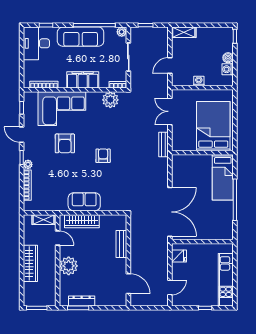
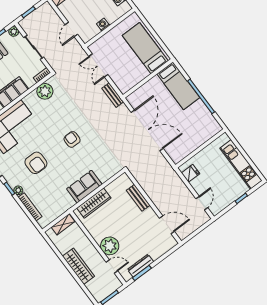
bed: (213, 126) -> (145, 48), width x0.67
armchair: (65, 143) -> (36, 163), moved
double door: (170, 212) -> (147, 130), moved
door: (58, 238) -> (112, 267), moved

